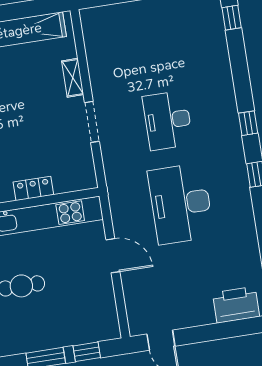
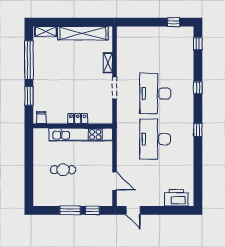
desk: (168, 120) -> (155, 93), width x1.36, depth x1.30
window: (248, 123) -> (198, 88), moved
door: (113, 256) -> (114, 181), moved

